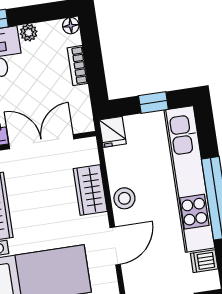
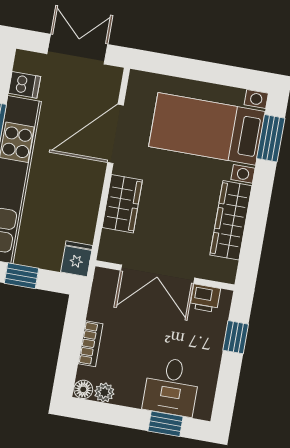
plant: (29, 33) -> (104, 392), moved
stool: (124, 198) -> (88, 182), removed
door: (115, 246) -> (115, 134), width x1.36

